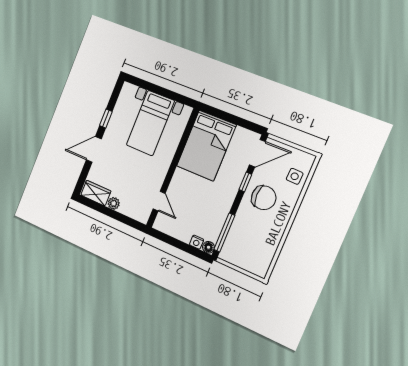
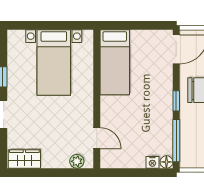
bed: (206, 146) -> (115, 62), width x0.67
window: (245, 182) -> (176, 101), moved
plant: (114, 203) -> (77, 161), moved

